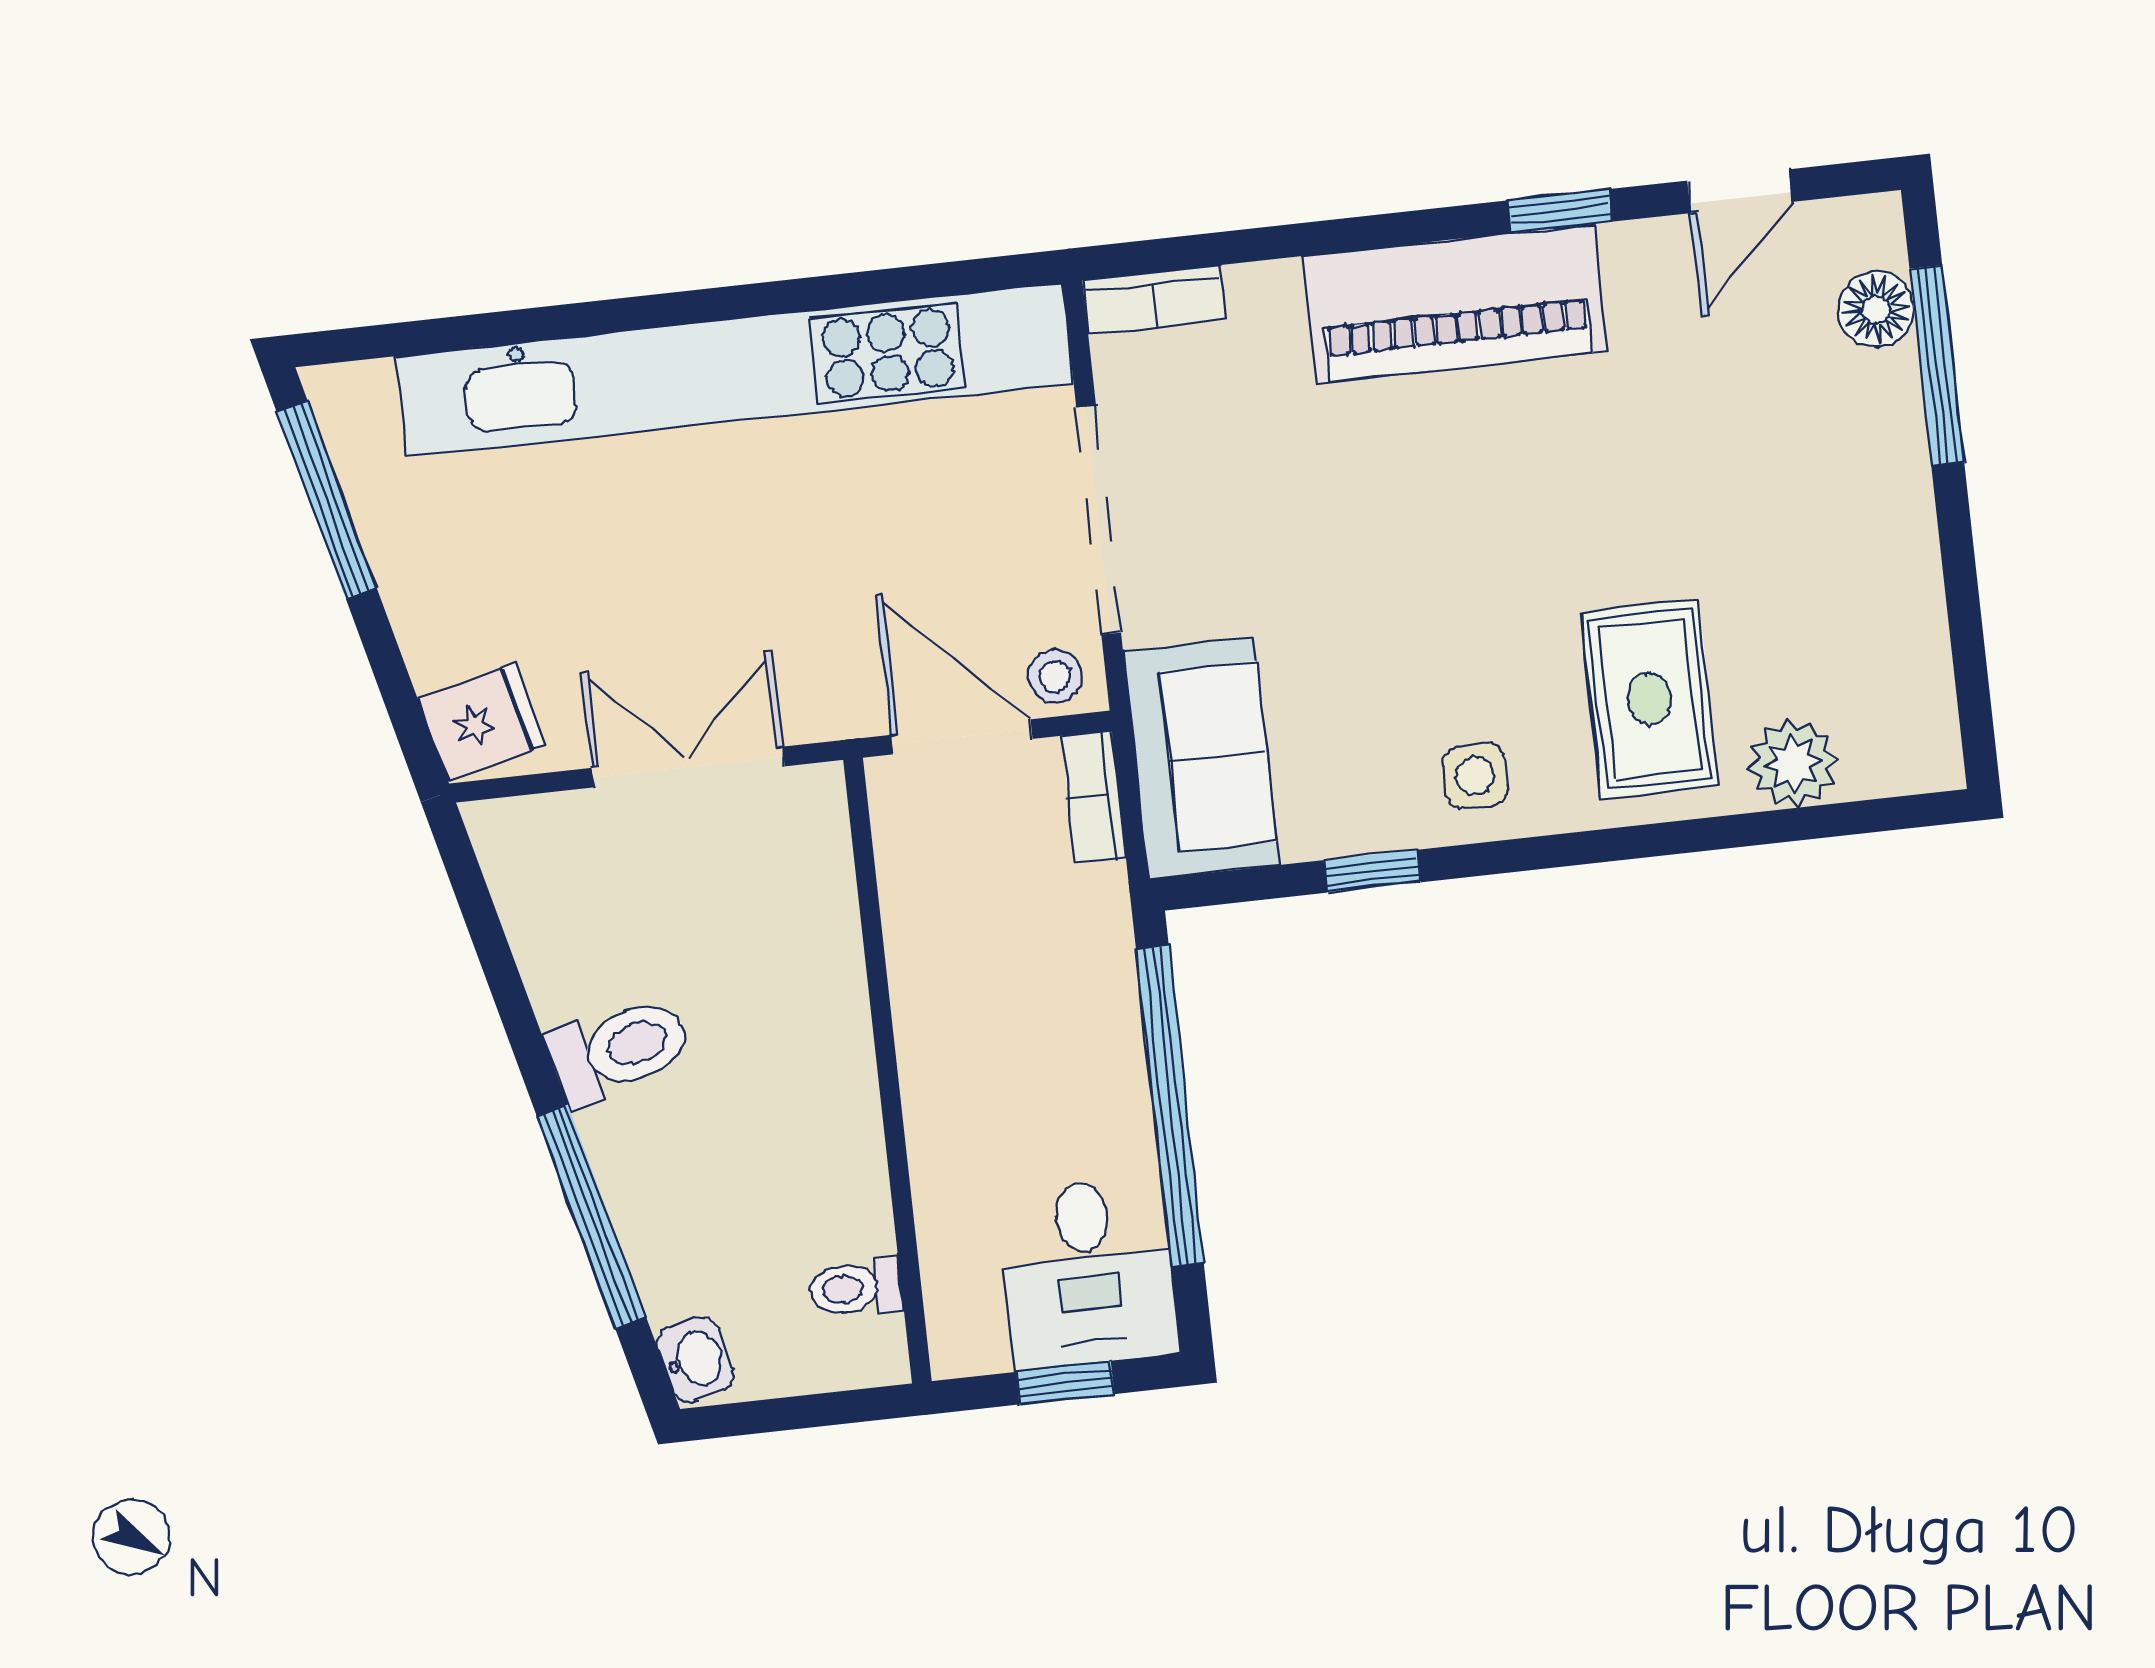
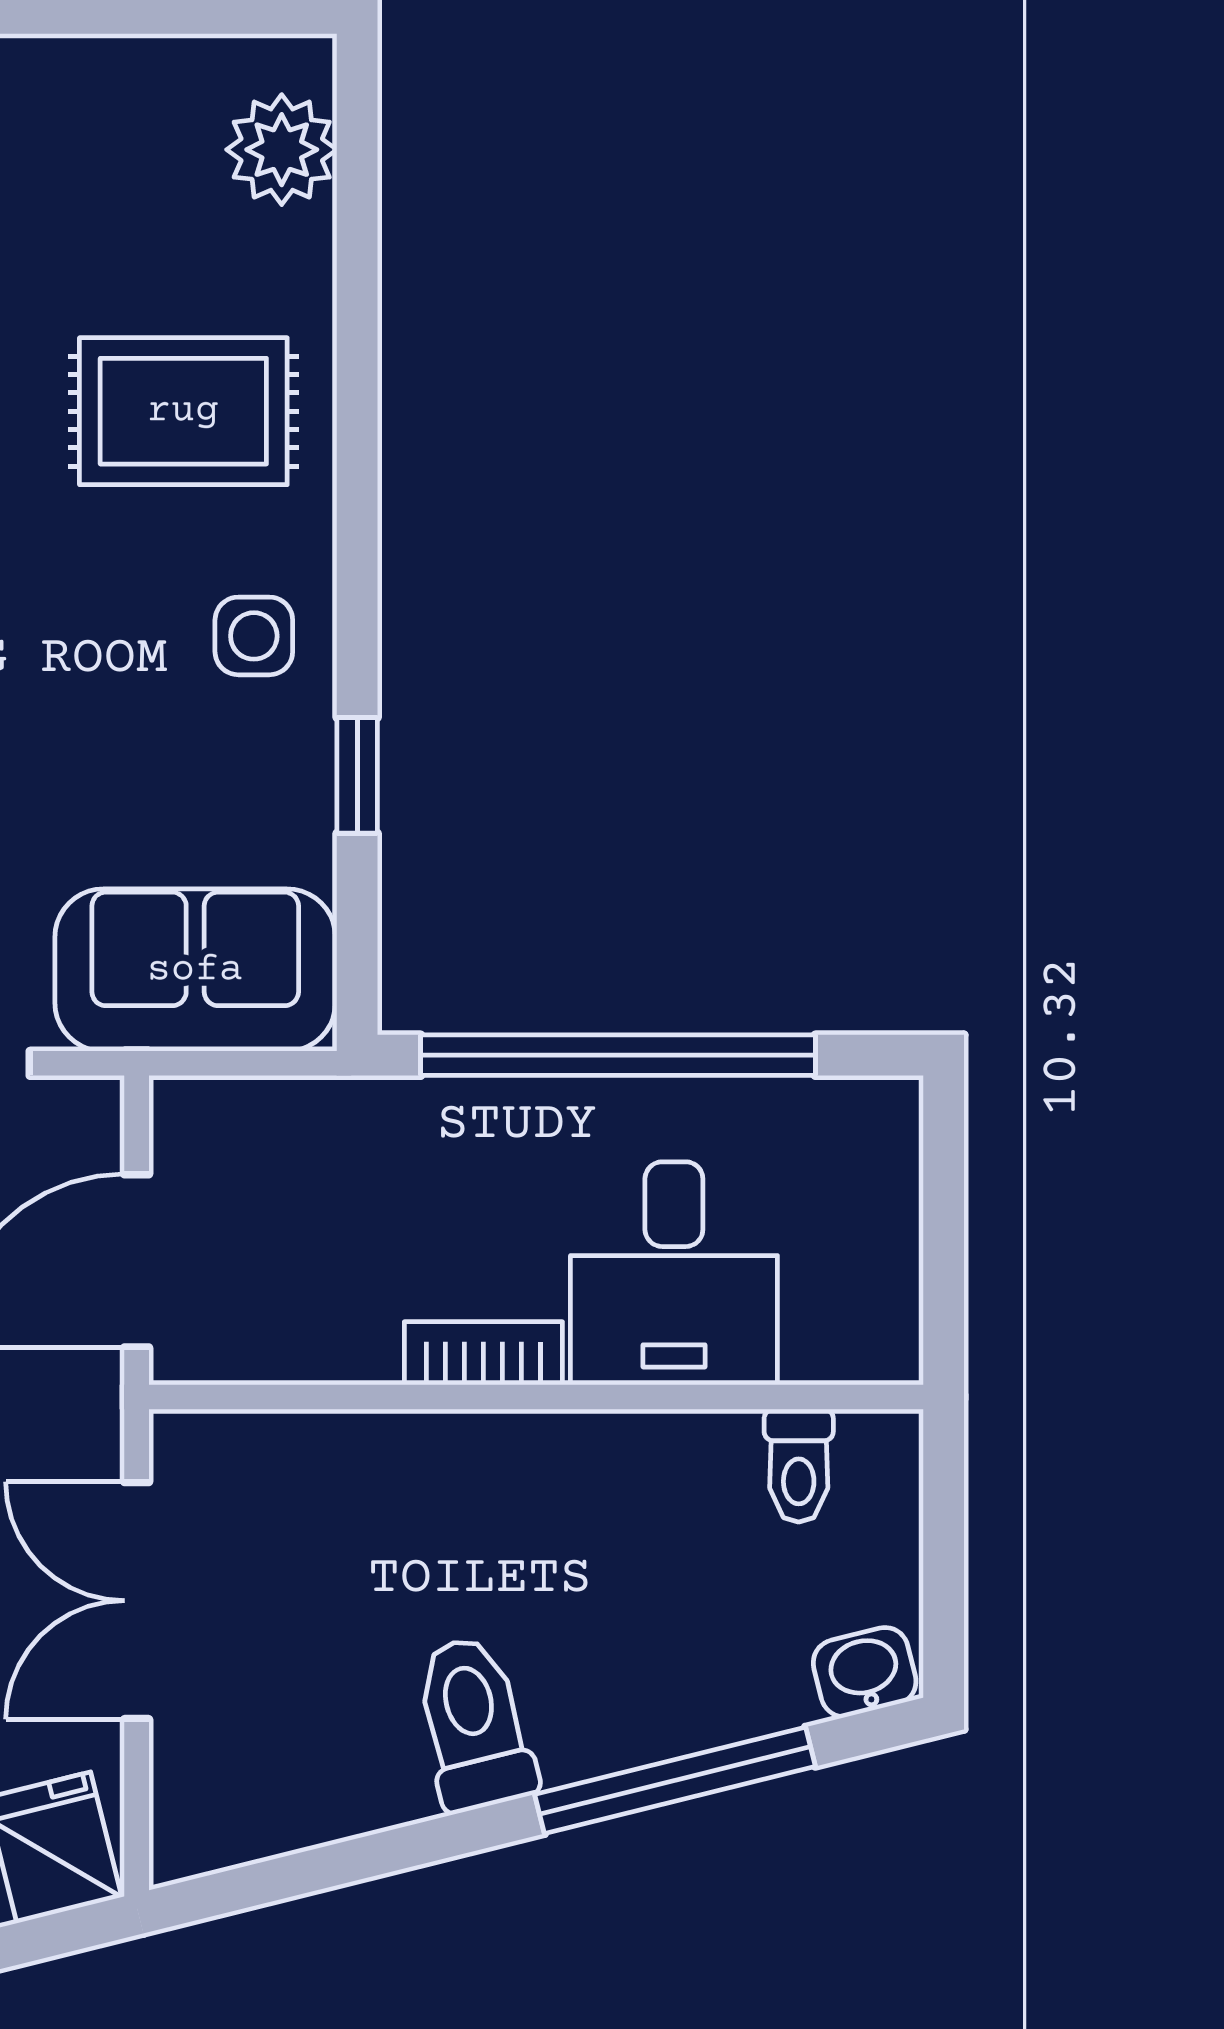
stool: (1055, 676) -> (75, 1138), removed
plant: (1793, 763) -> (282, 150), moved
bookcase: (1094, 797) -> (483, 1353), moved, turned 180
desk: (1088, 1273) -> (674, 1273), moved, turned 90
window: (1065, 1383) -> (944, 1221), removed

